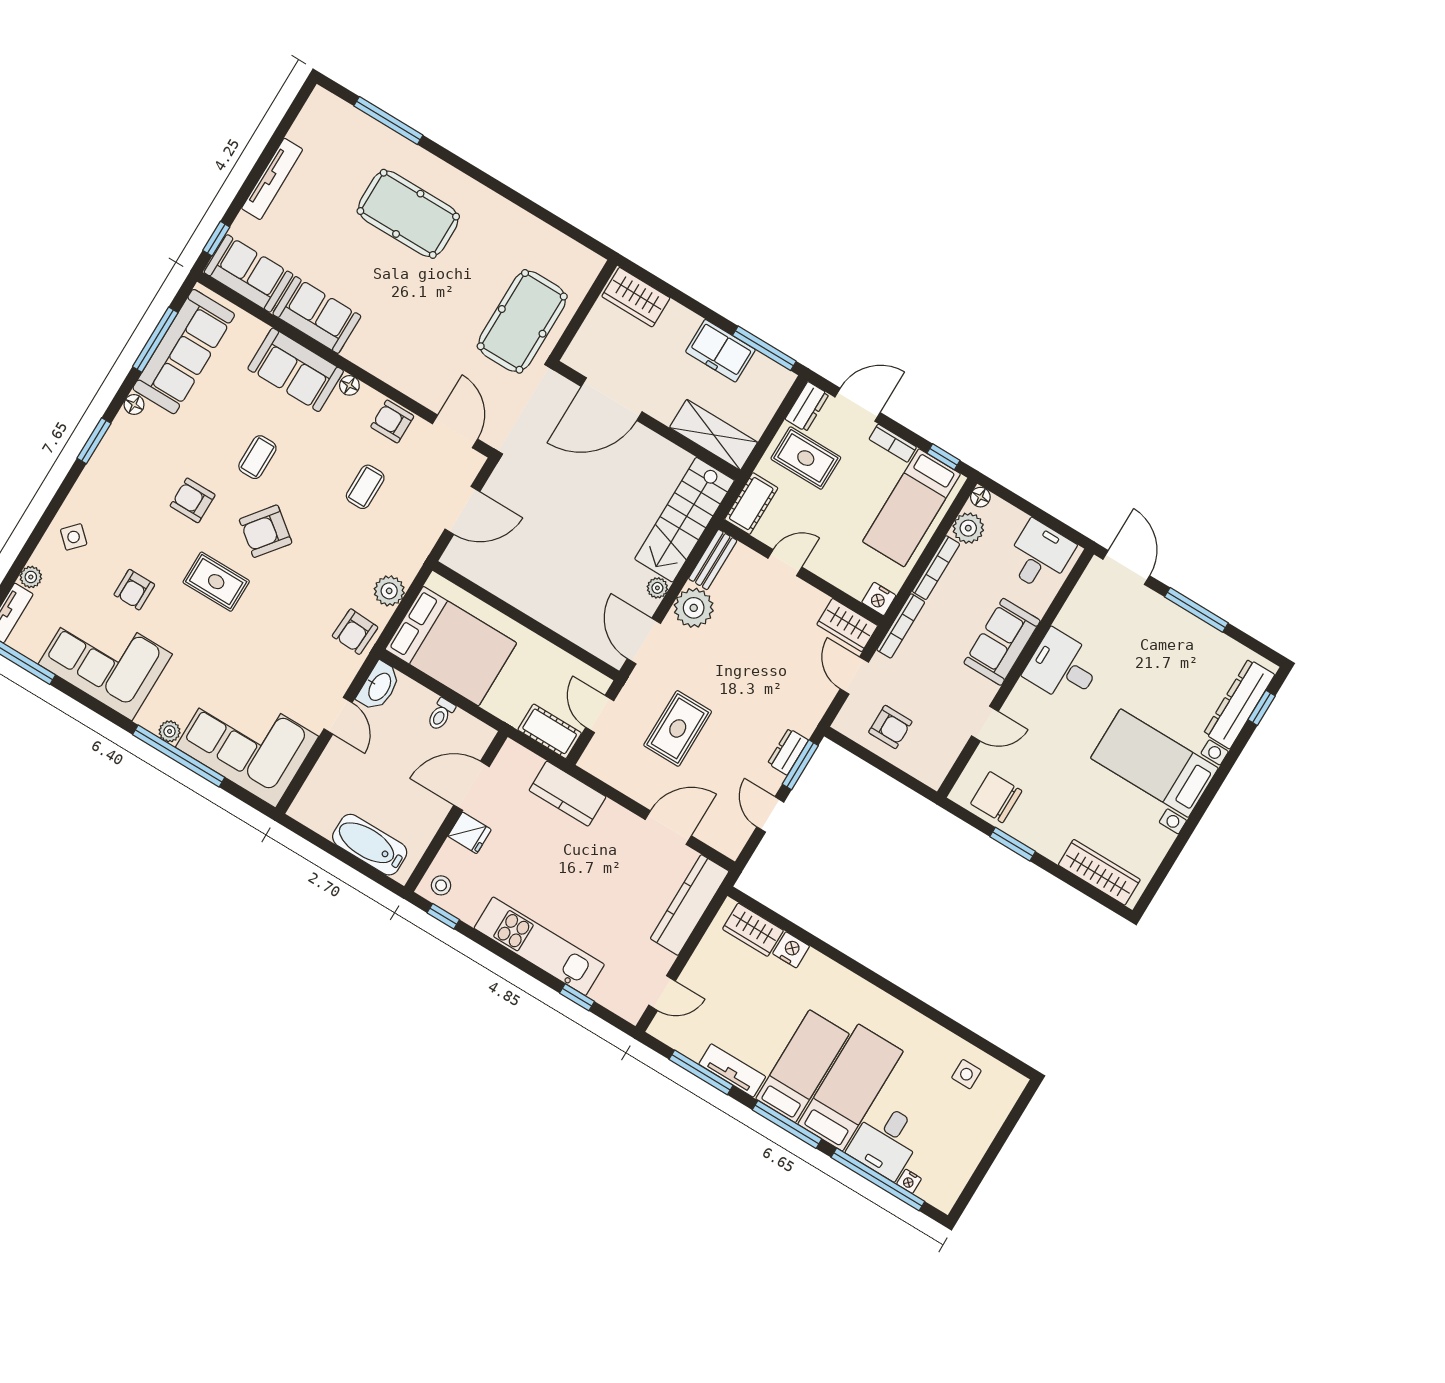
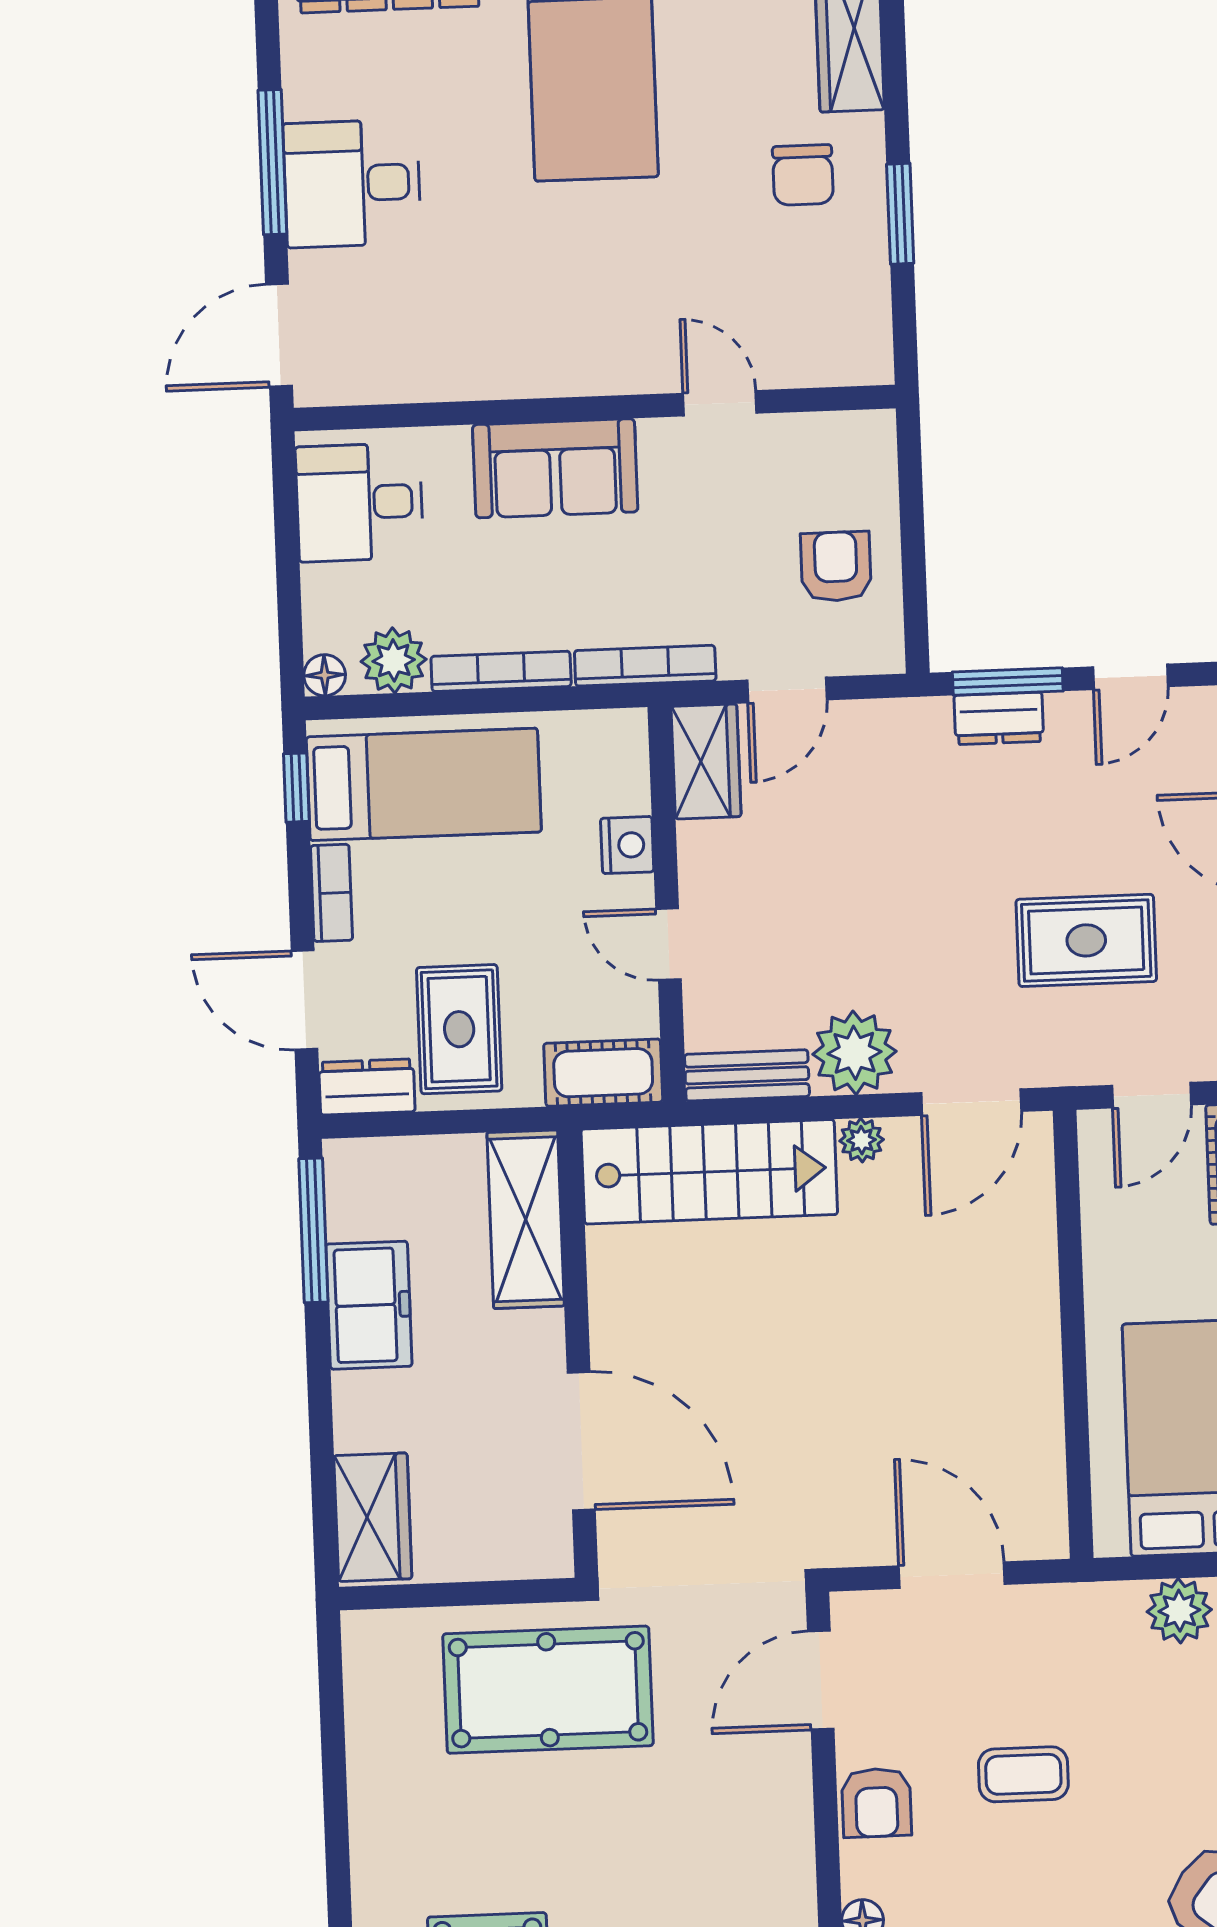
nightstand: (879, 599) -> (627, 845), moved
desk: (1063, 667) -> (352, 183), moved, turned 90
chair: (996, 797) -> (803, 175), moved, width x0.73, depth x0.73

